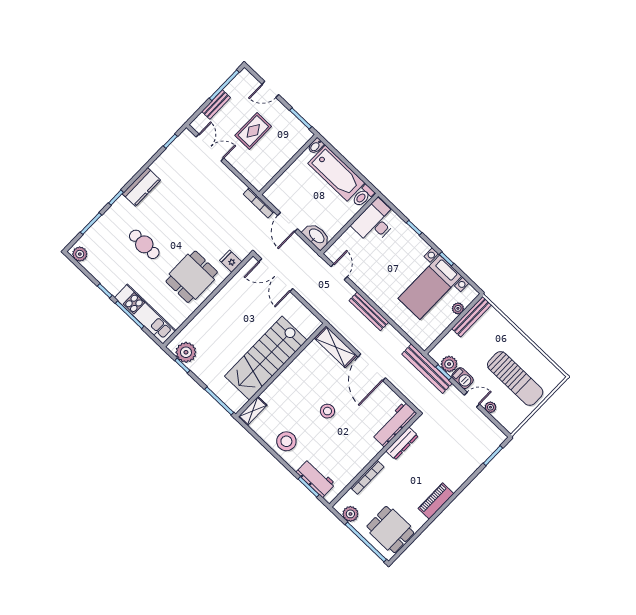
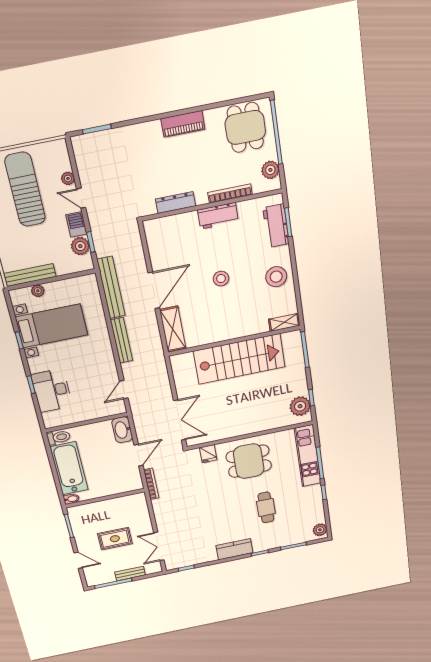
desk: (375, 222) -> (52, 390), moved, turned 90
bench: (427, 369) -> (111, 288), moved
workbench: (394, 424) -> (218, 216), moved, width x0.73

